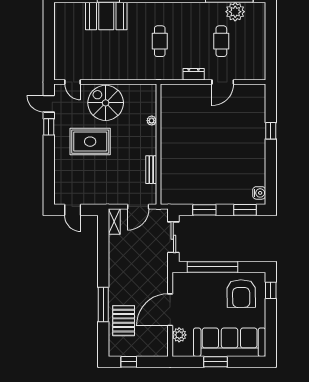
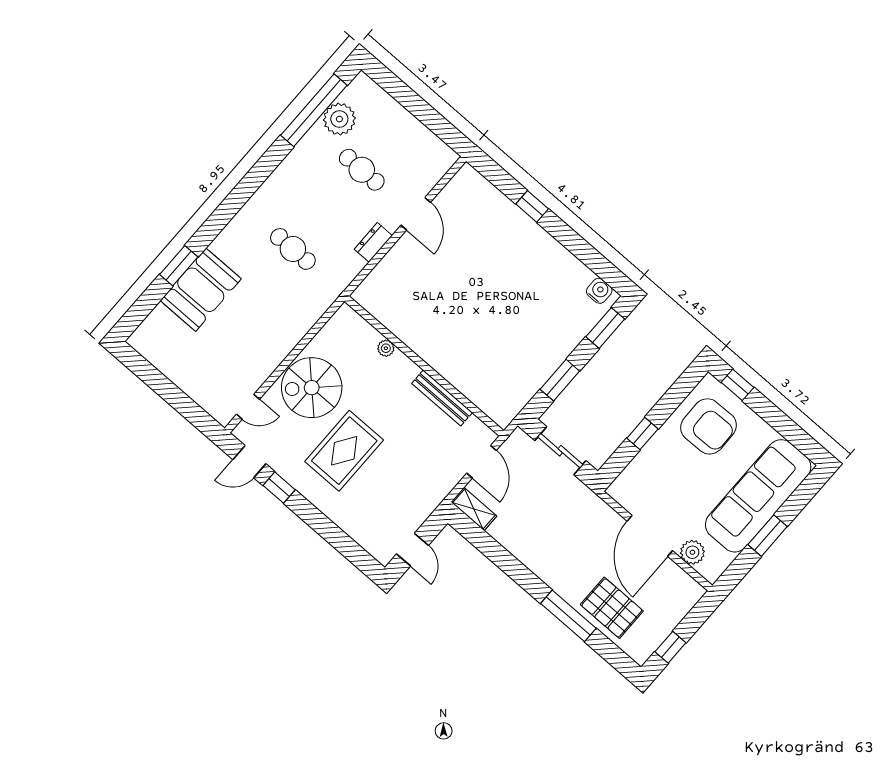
bench: (151, 170) -> (442, 398), width x1.36
door: (73, 210) -> (412, 550), hinge flipped
window: (213, 267) -> (642, 434), width x0.32

